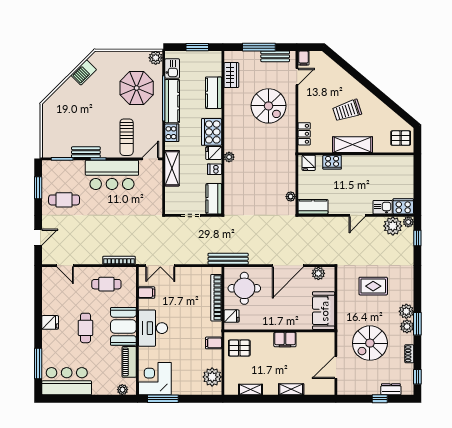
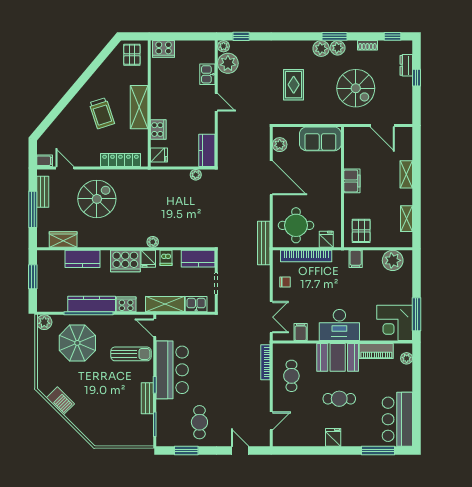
kitchen sink: (172, 69) -> (196, 304), moved
locker: (304, 134) -> (120, 160), width x1.53
cooker: (403, 206) -> (164, 49), moved, turned -90
chair: (192, 278) -> (285, 282), added

